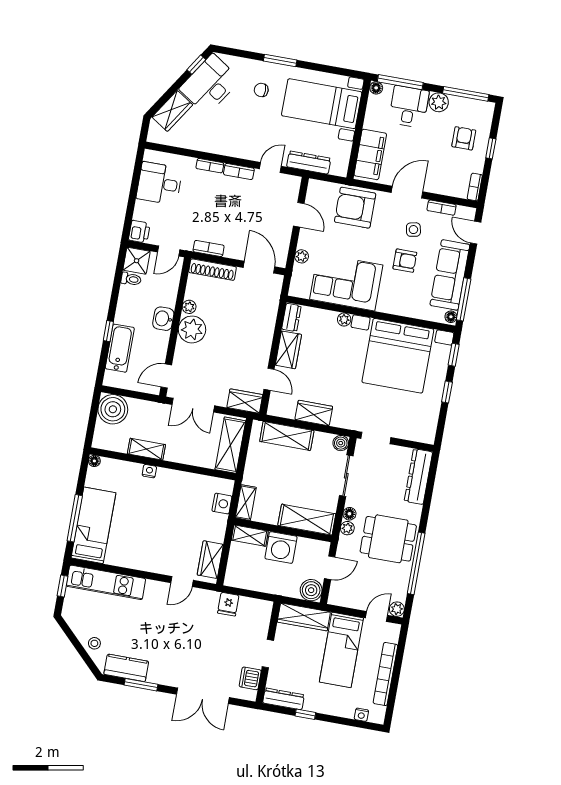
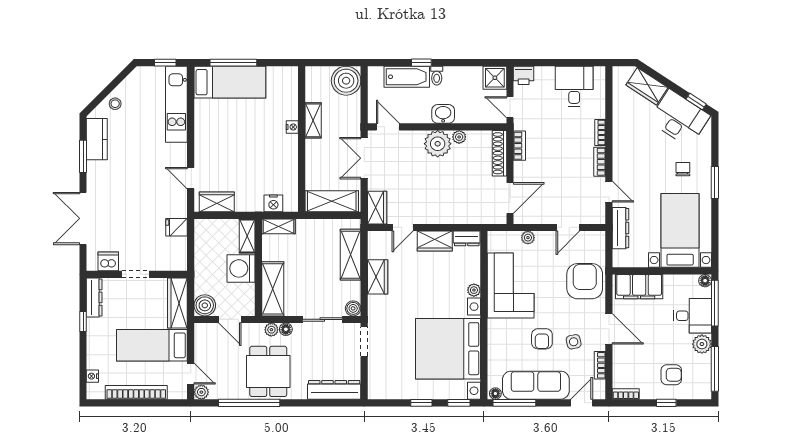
toilet: (131, 279) -> (437, 76), moved
floor lamp: (94, 461) -> (293, 72), removed

